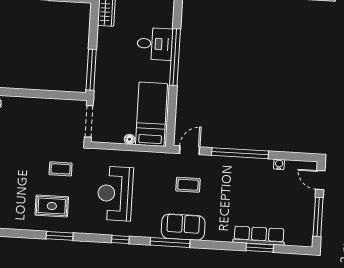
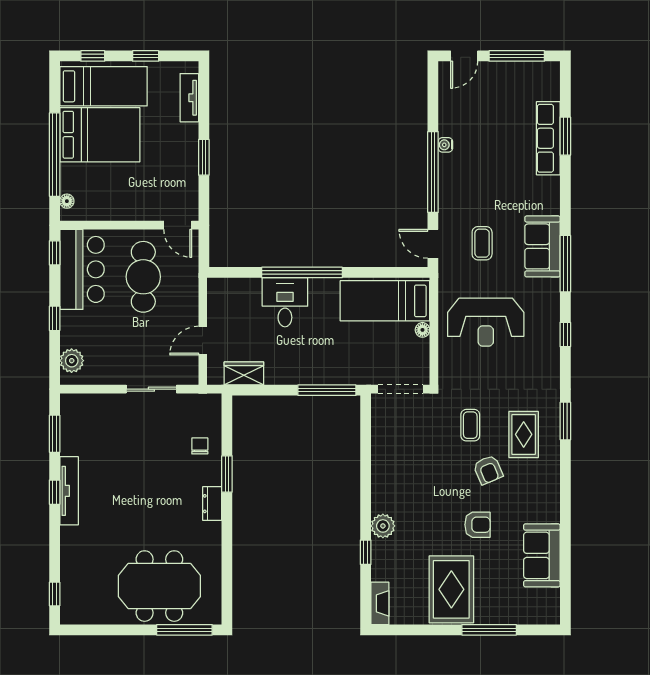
water cooler: (279, 164) -> (445, 145), moved
armchair: (28, 180) -> (488, 470), added
reception desk: (115, 193) -> (486, 322), moved

